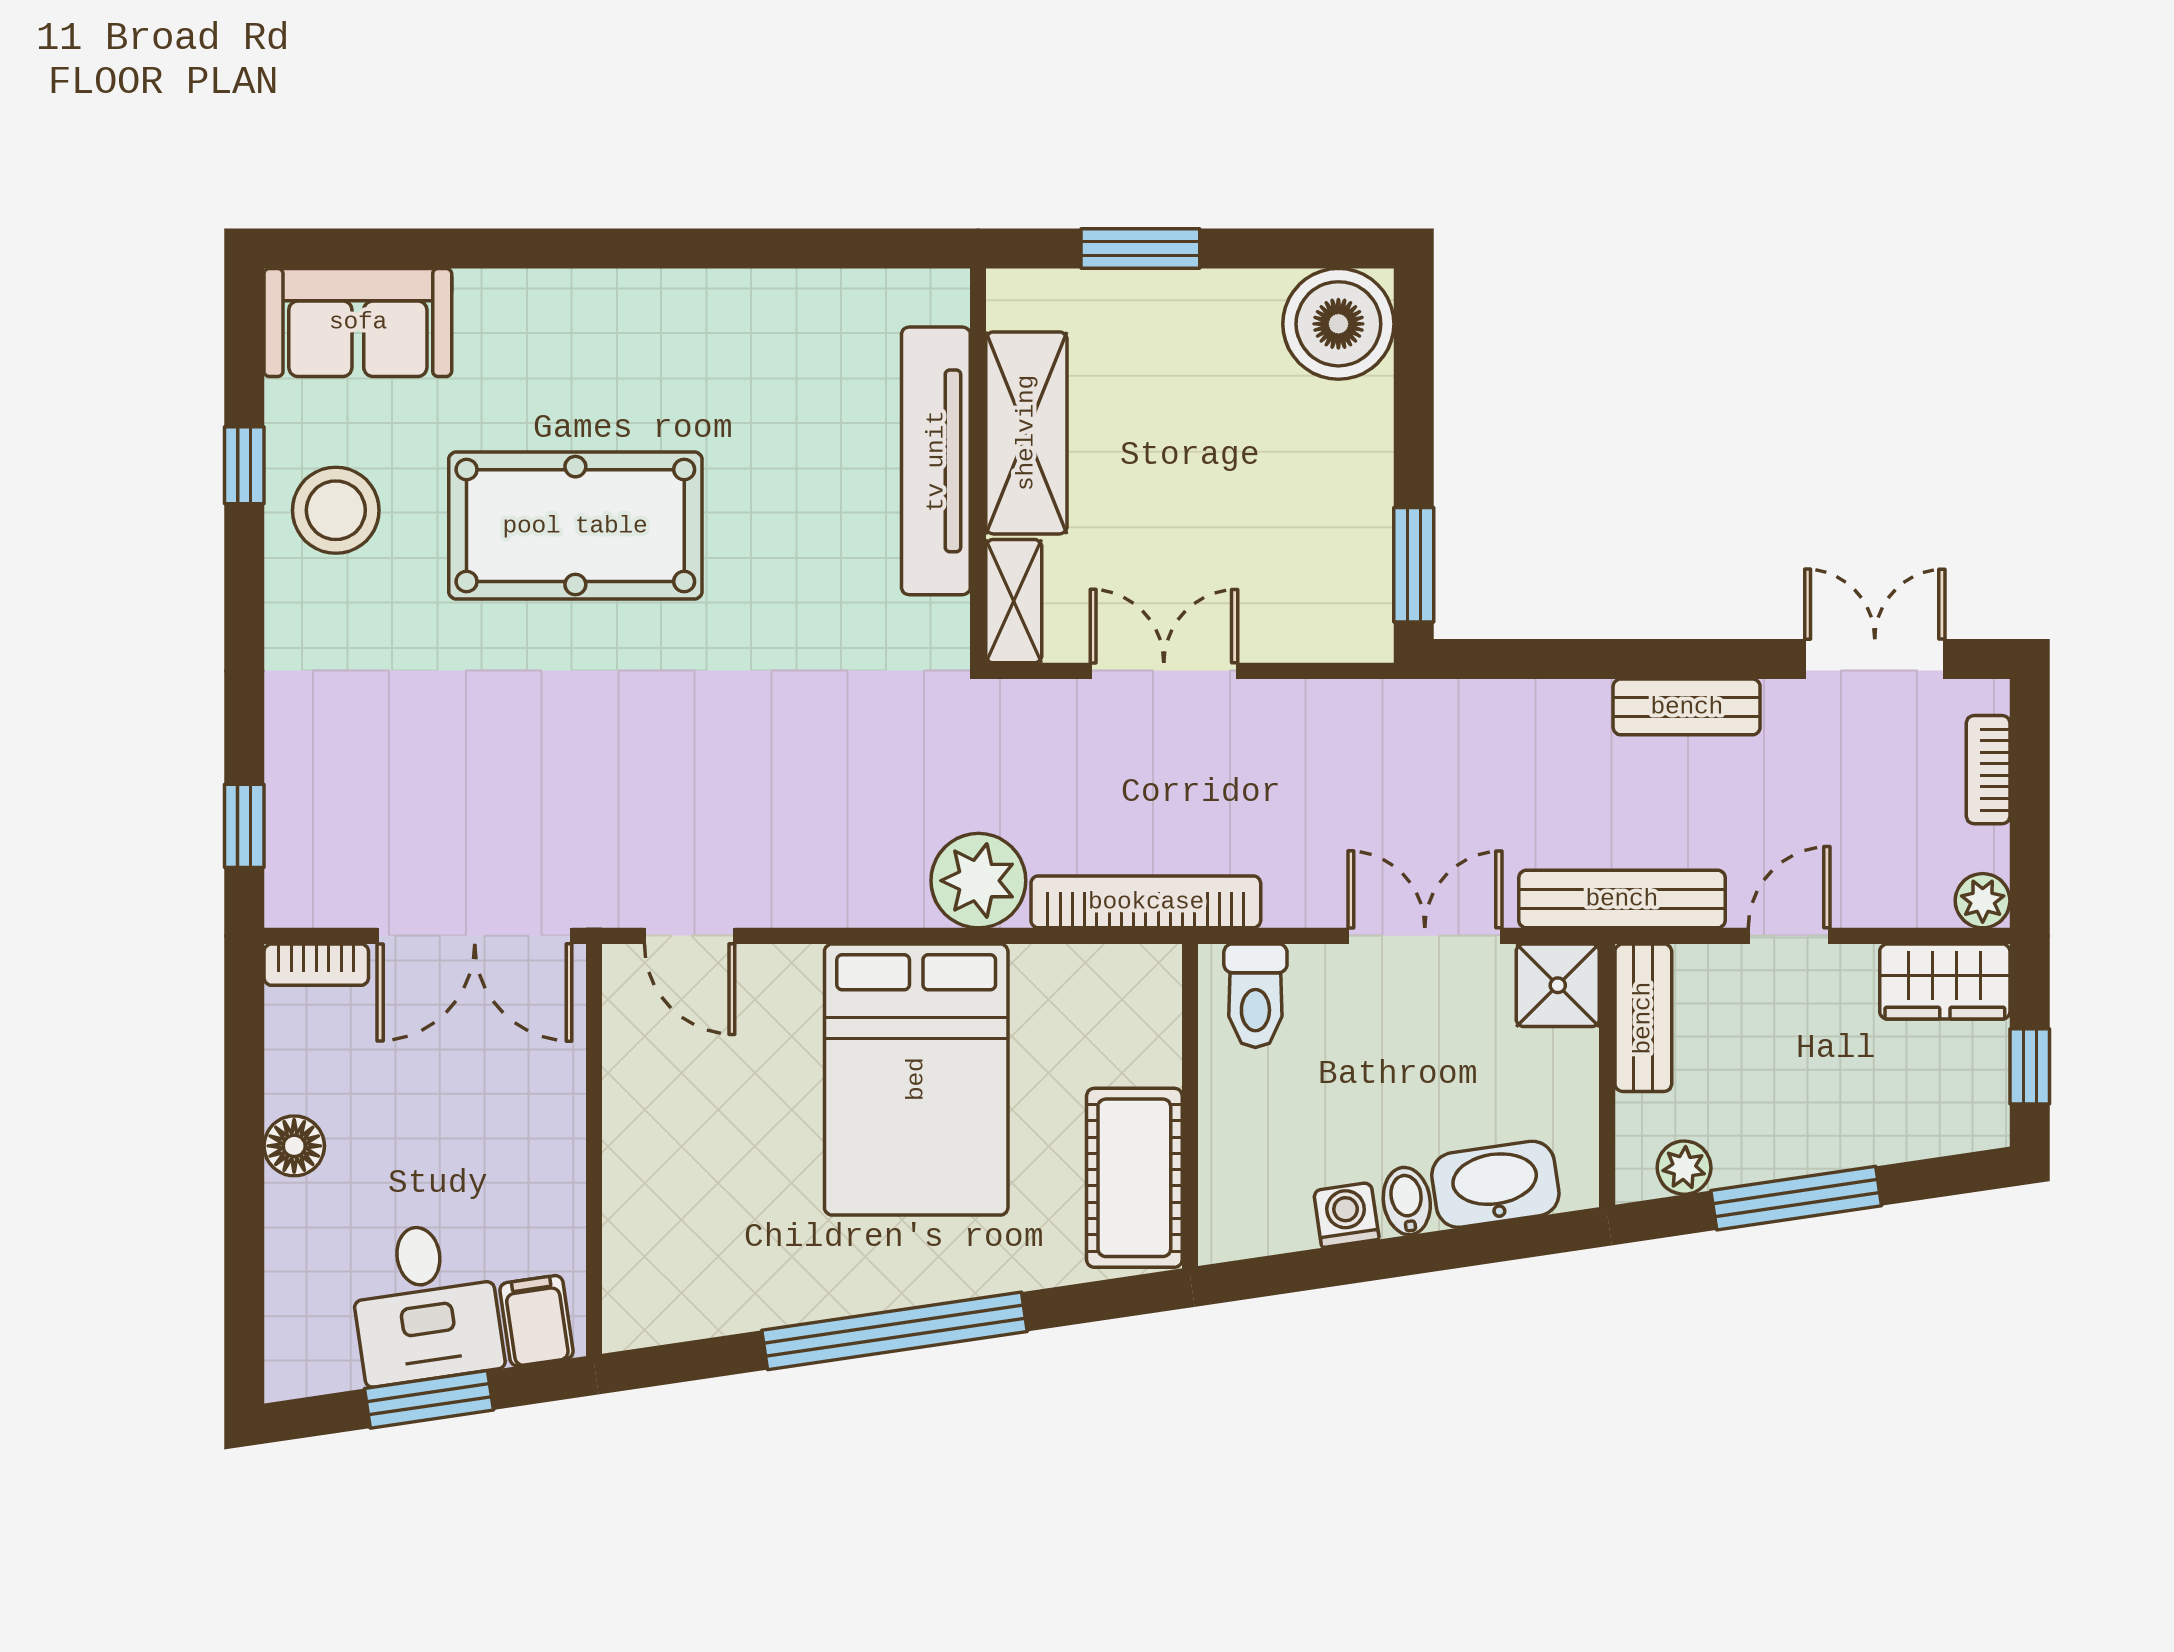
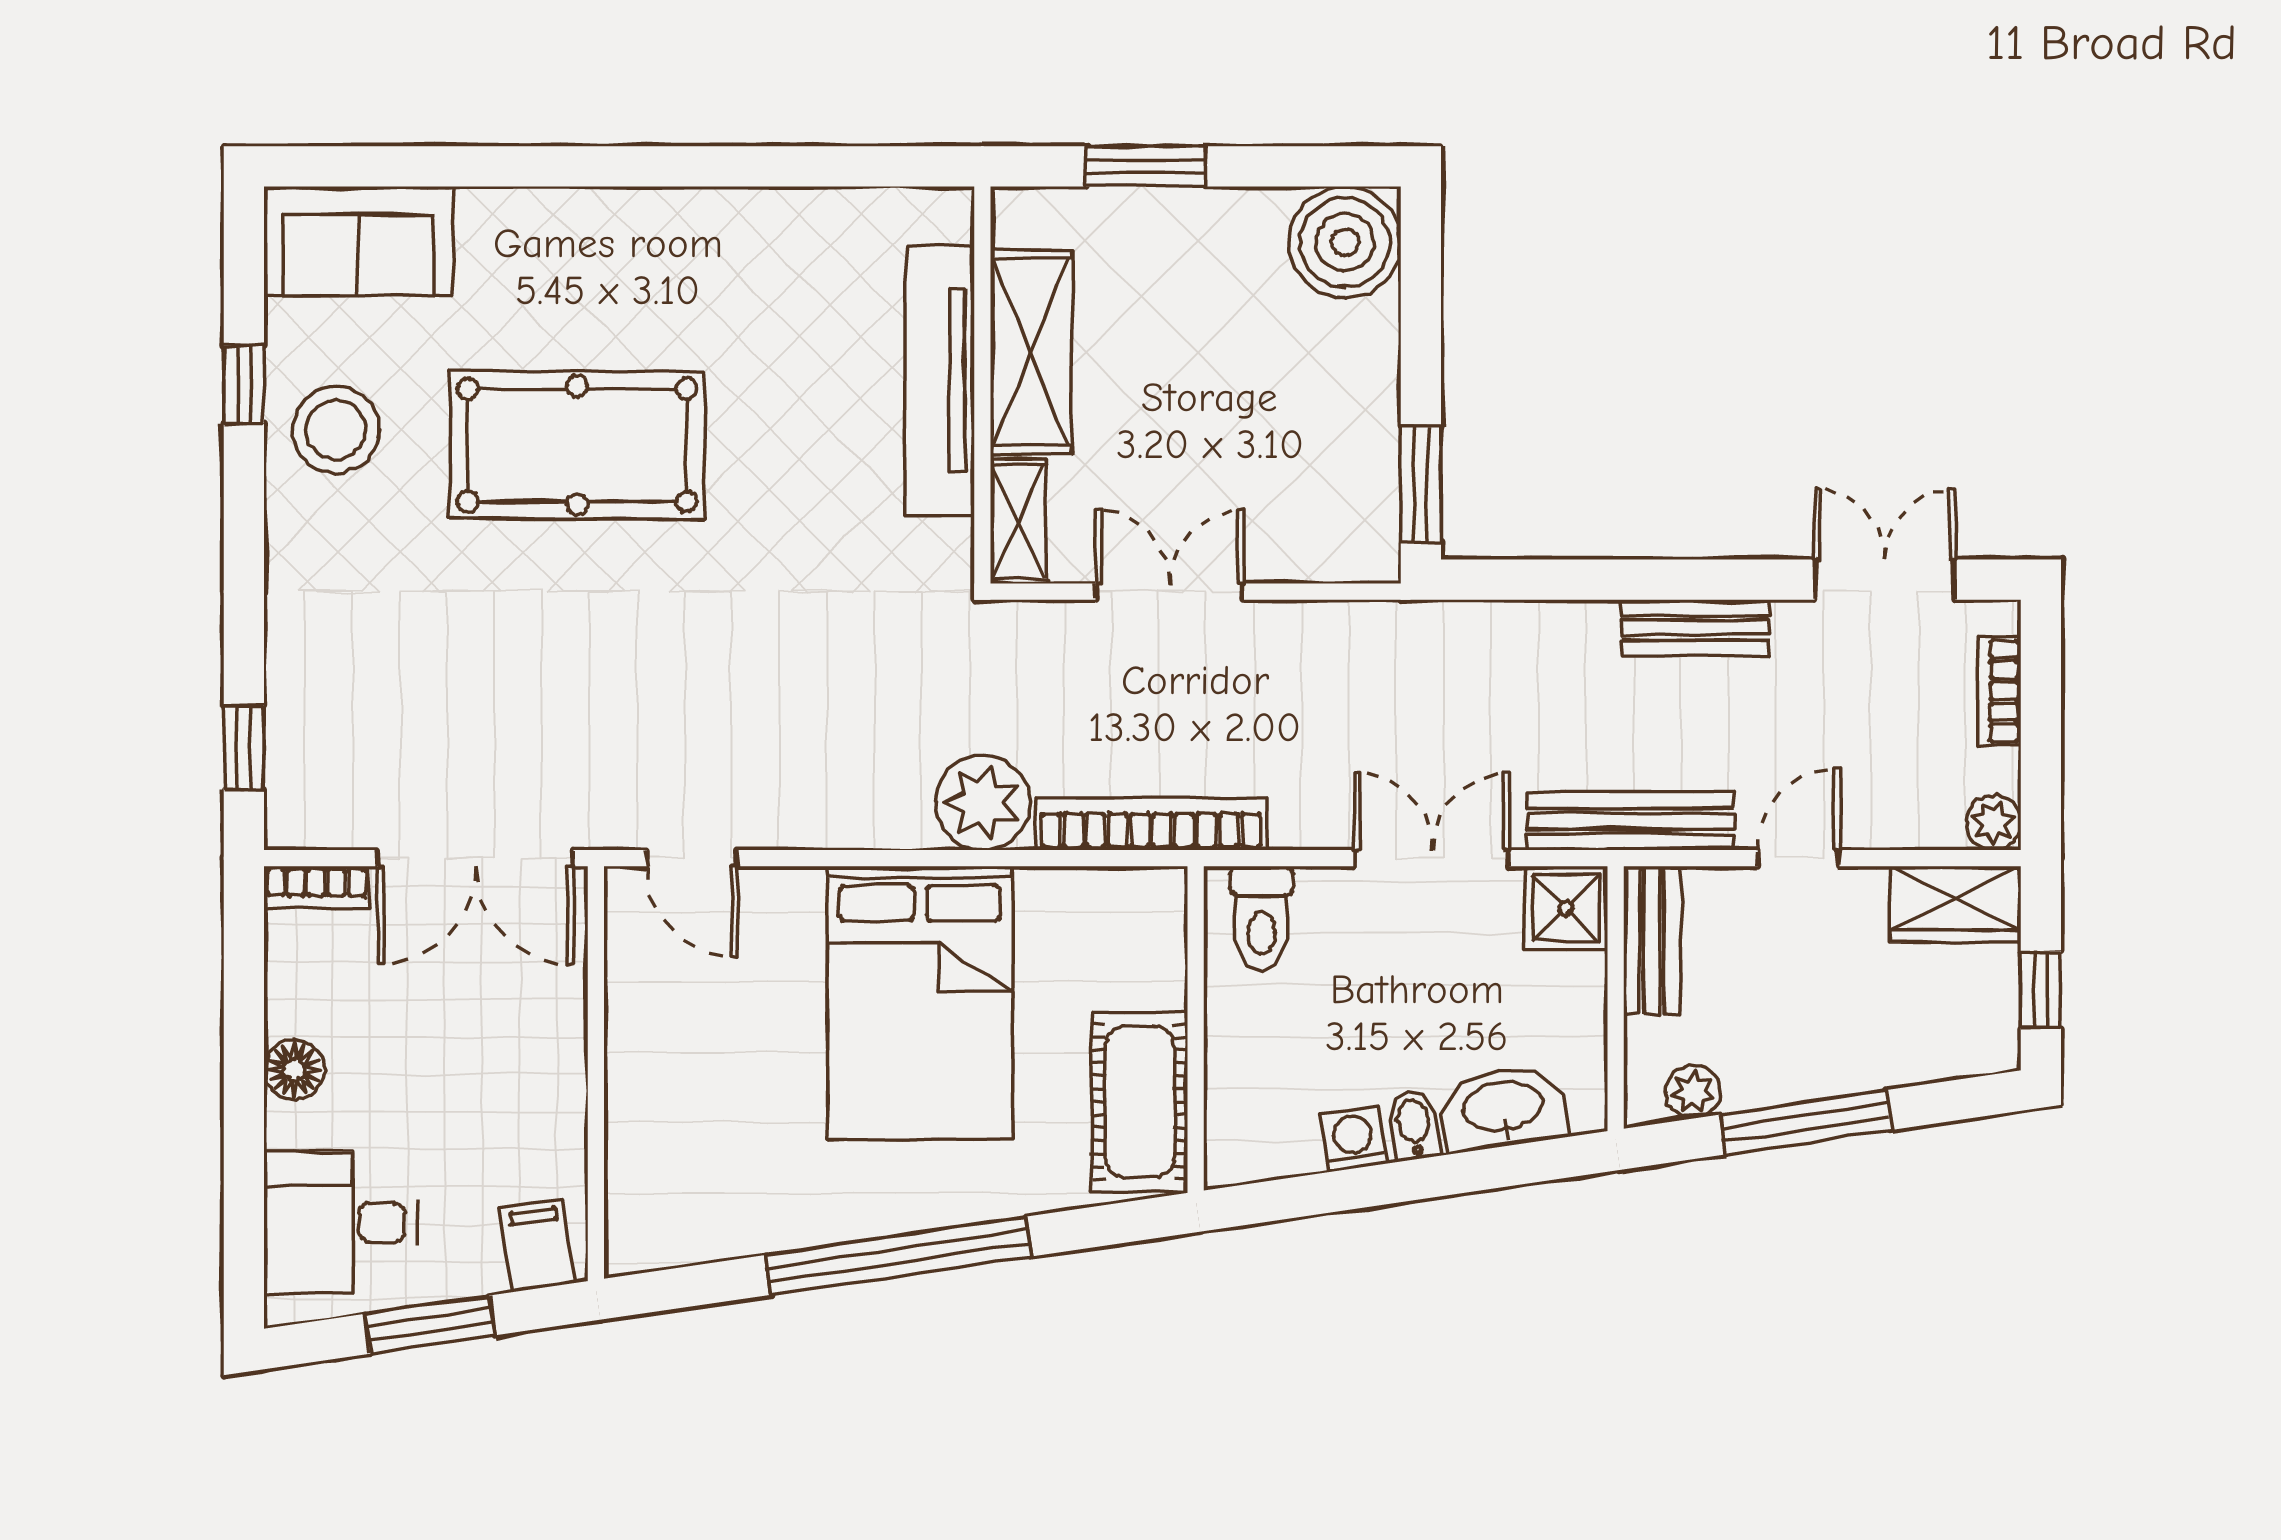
desk: (425, 1303) -> (340, 1222), moved, turned 98

